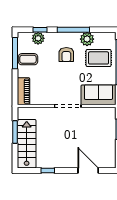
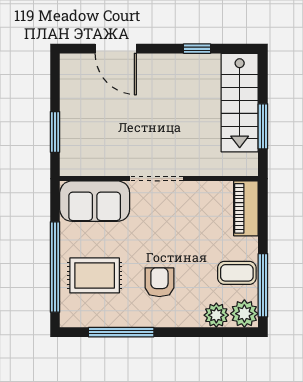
window: (40, 30) -> (213, 332), removed
window: (73, 30) -> (121, 332), moved
plant: (87, 39) -> (244, 314), moved

